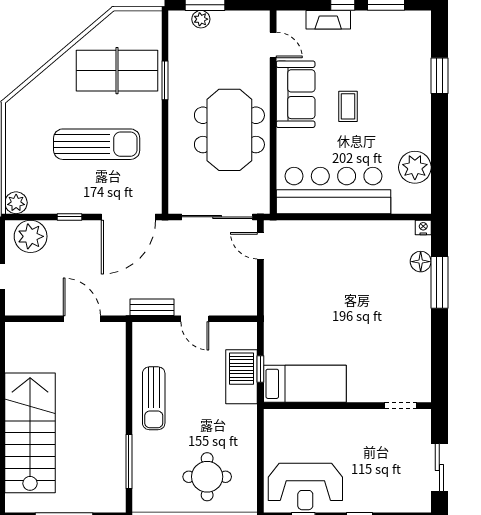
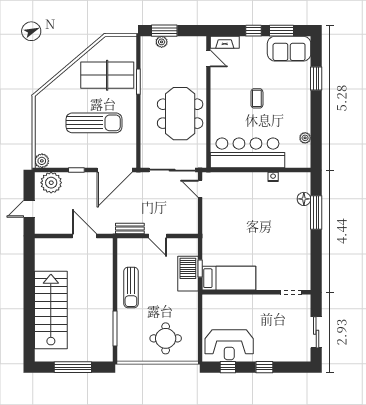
fireplace: (328, 20) -> (225, 42), moved
sofa: (296, 94) -> (289, 49), moved, turned 90
plant: (415, 167) -> (305, 138), width x0.53, depth x0.53
nightstand: (423, 227) -> (273, 177), moved

